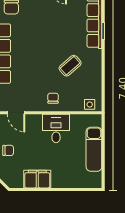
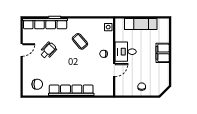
wheelchair: (58, 22) -> (48, 50), added
door: (16, 113) -> (114, 70), moved
filing cabinet: (37, 179) -> (163, 53), moved

